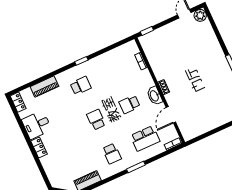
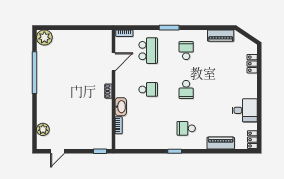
plant: (200, 15) -> (43, 129), moved
washbasin: (155, 96) -> (121, 107), moved
school desk: (145, 138) -> (148, 51), turned 90
locker: (39, 147) -> (252, 64), moved

